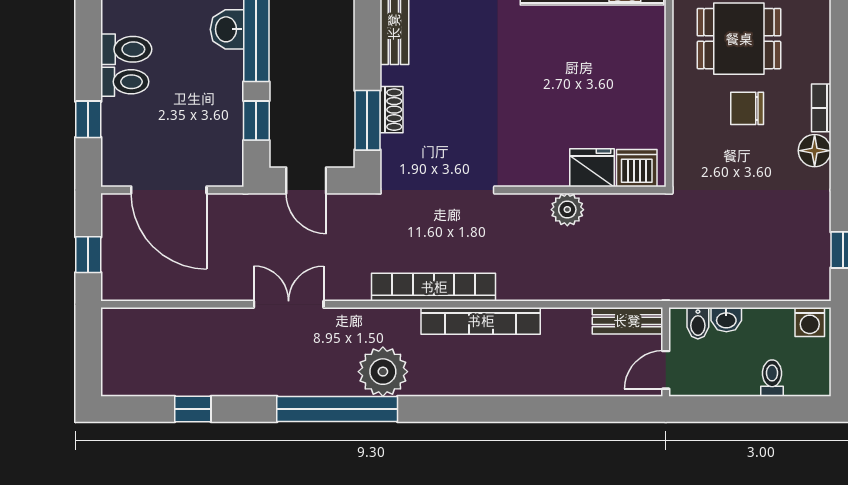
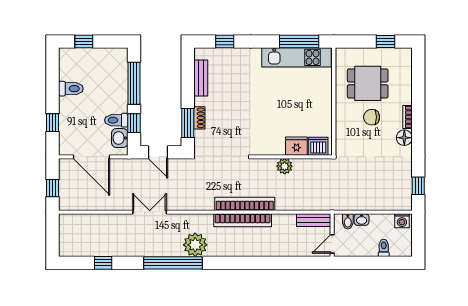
washbasin: (227, 29) -> (120, 138), moved
toilet: (125, 82) -> (116, 120), moved, turned 180
bookcase: (434, 287) -> (245, 204), moved

